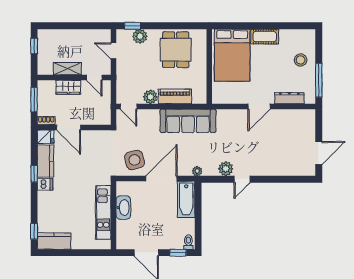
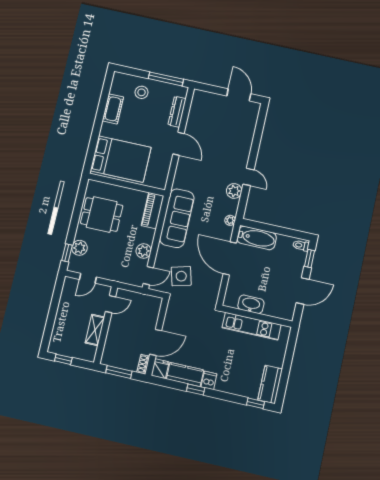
cot: (265, 37) -> (113, 109), moved
wardrobe: (68, 87) -> (114, 333), removed
piano: (175, 96) -> (152, 211), moved
side table: (134, 160) -> (181, 276), moved

